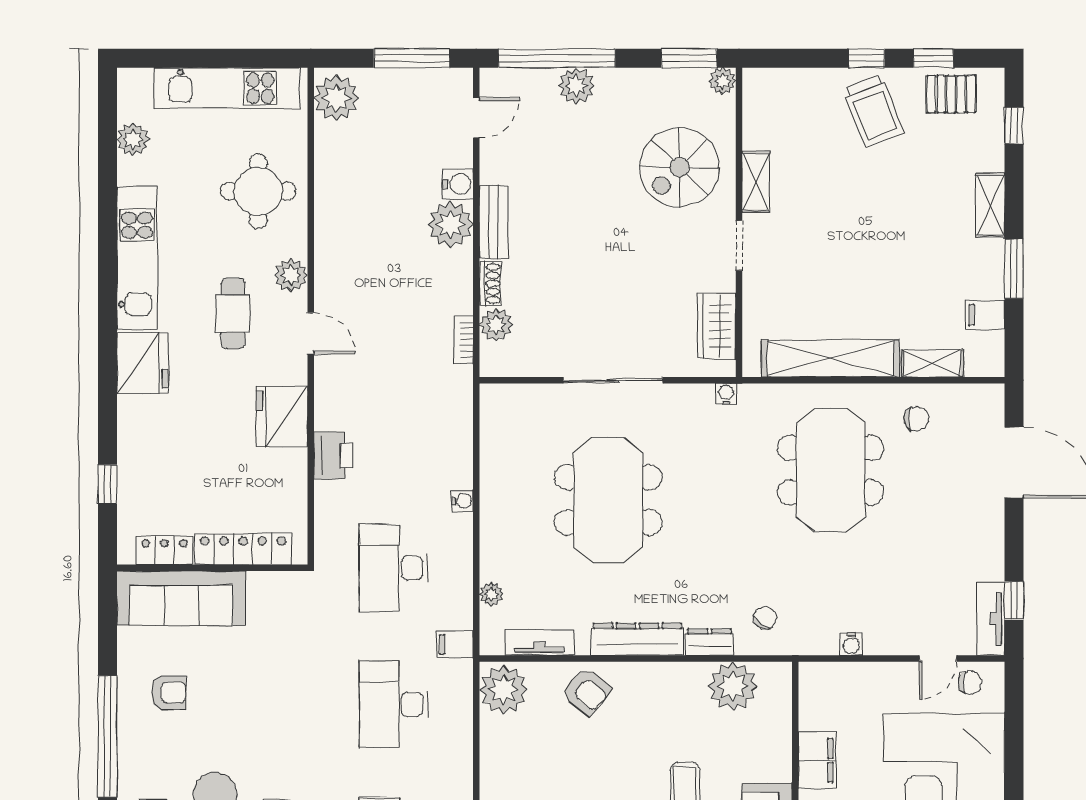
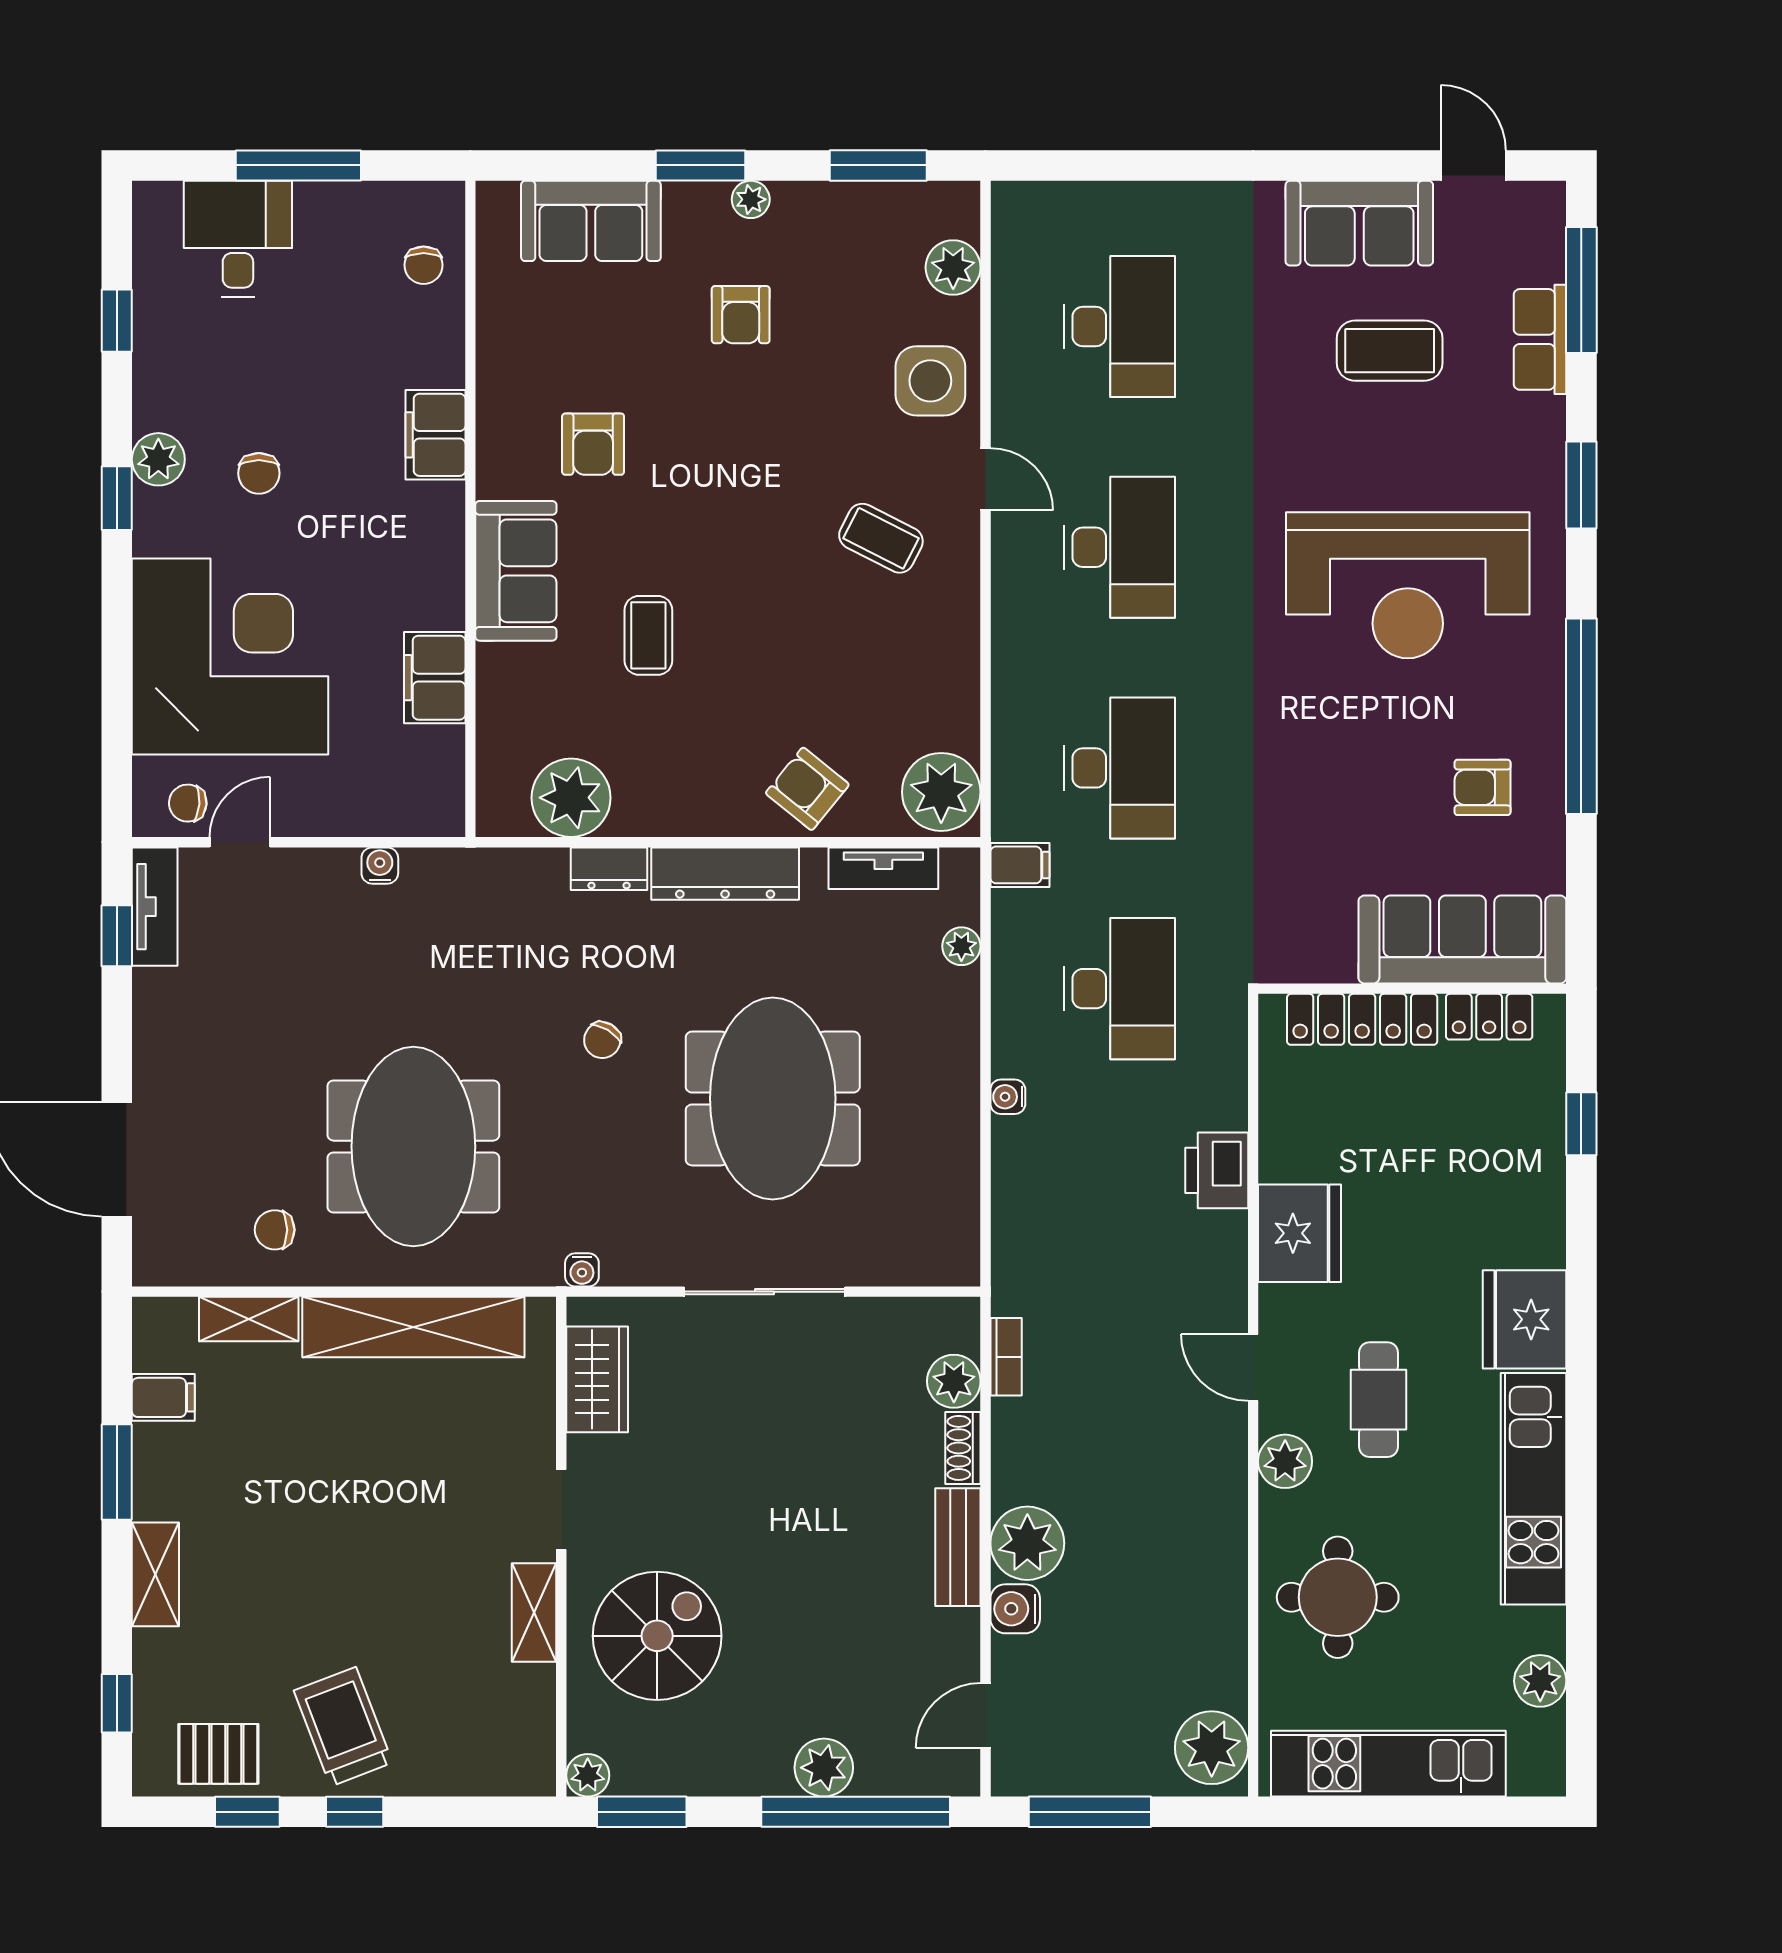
chair: (765, 618) -> (602, 1040), moved

